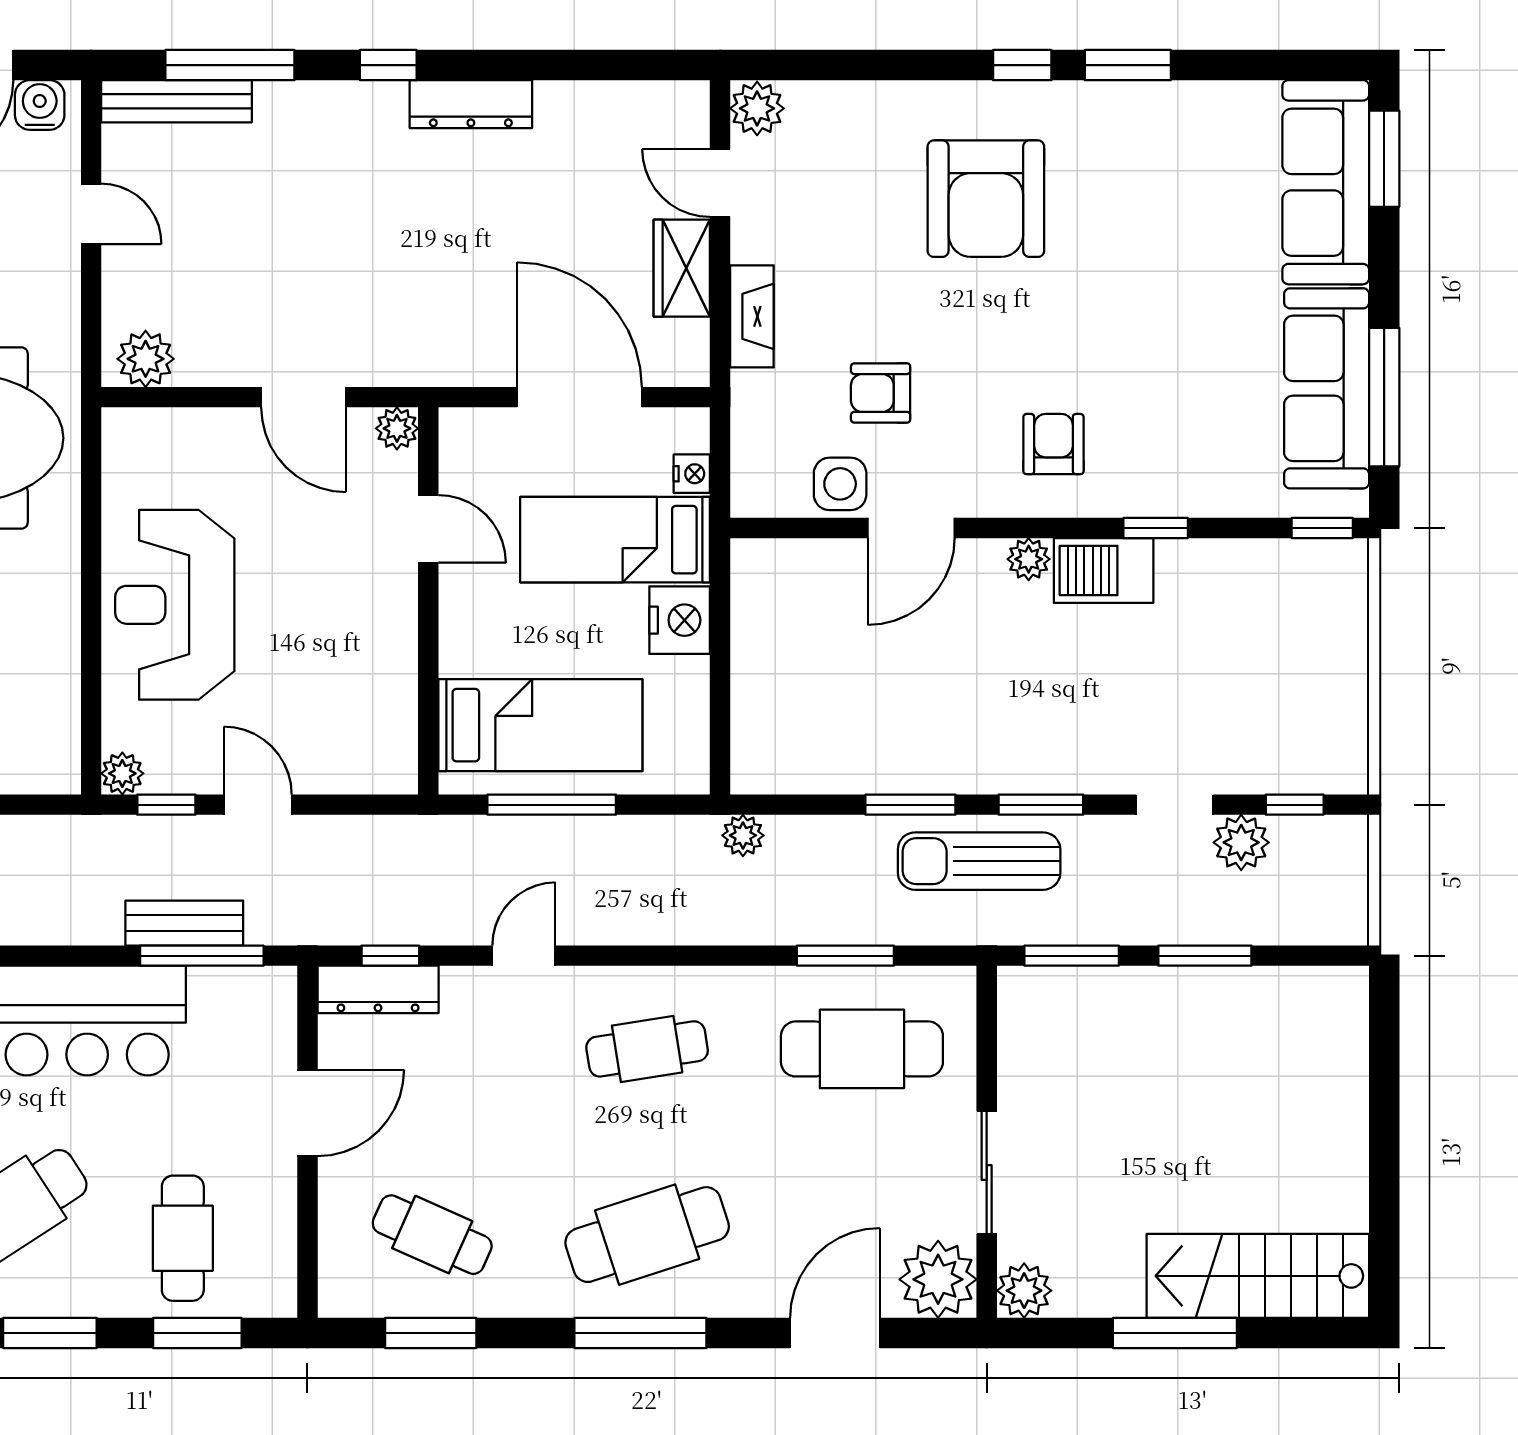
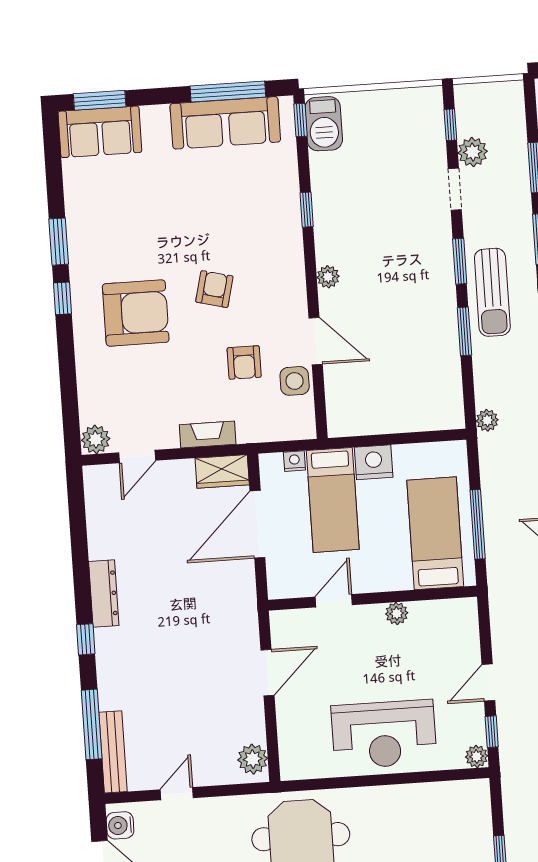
sofa: (1326, 182) -> (100, 132), width x0.73
wardrobe: (682, 268) -> (222, 471), moved
plant: (397, 428) -> (397, 613), moved
armchair: (1053, 444) -> (214, 289), moved, turned 104
barbecue: (1104, 570) -> (324, 124), moved

